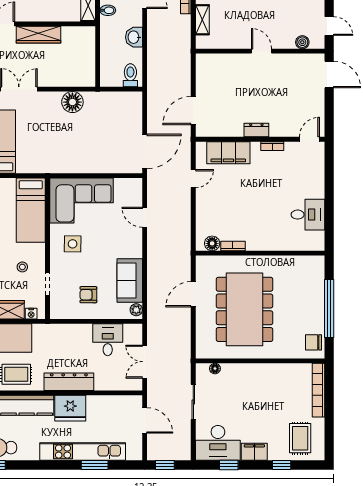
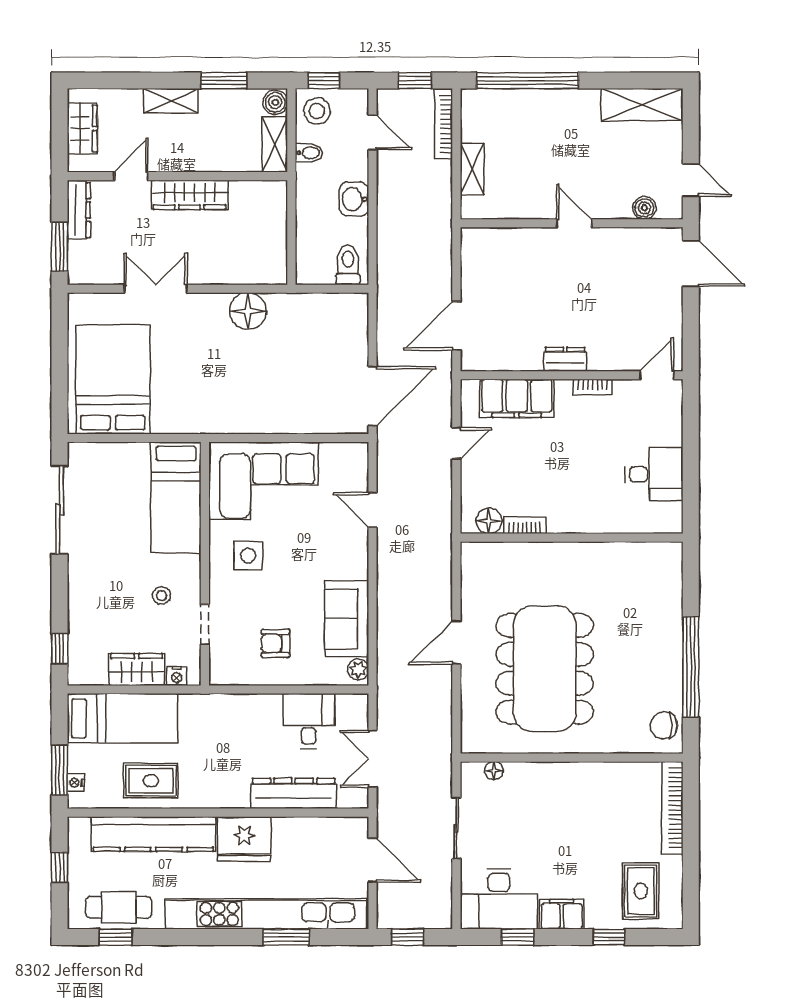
desk: (308, 215) -> (654, 474), moved
floor lamp: (212, 243) -> (489, 521), moved
bookcase: (233, 246) -> (525, 525), moved
wall: (260, 253) -> (572, 538), moved
dresser: (69, 382) -> (294, 793), moved
kitchen unit: (83, 452) -> (266, 914), width x1.36

